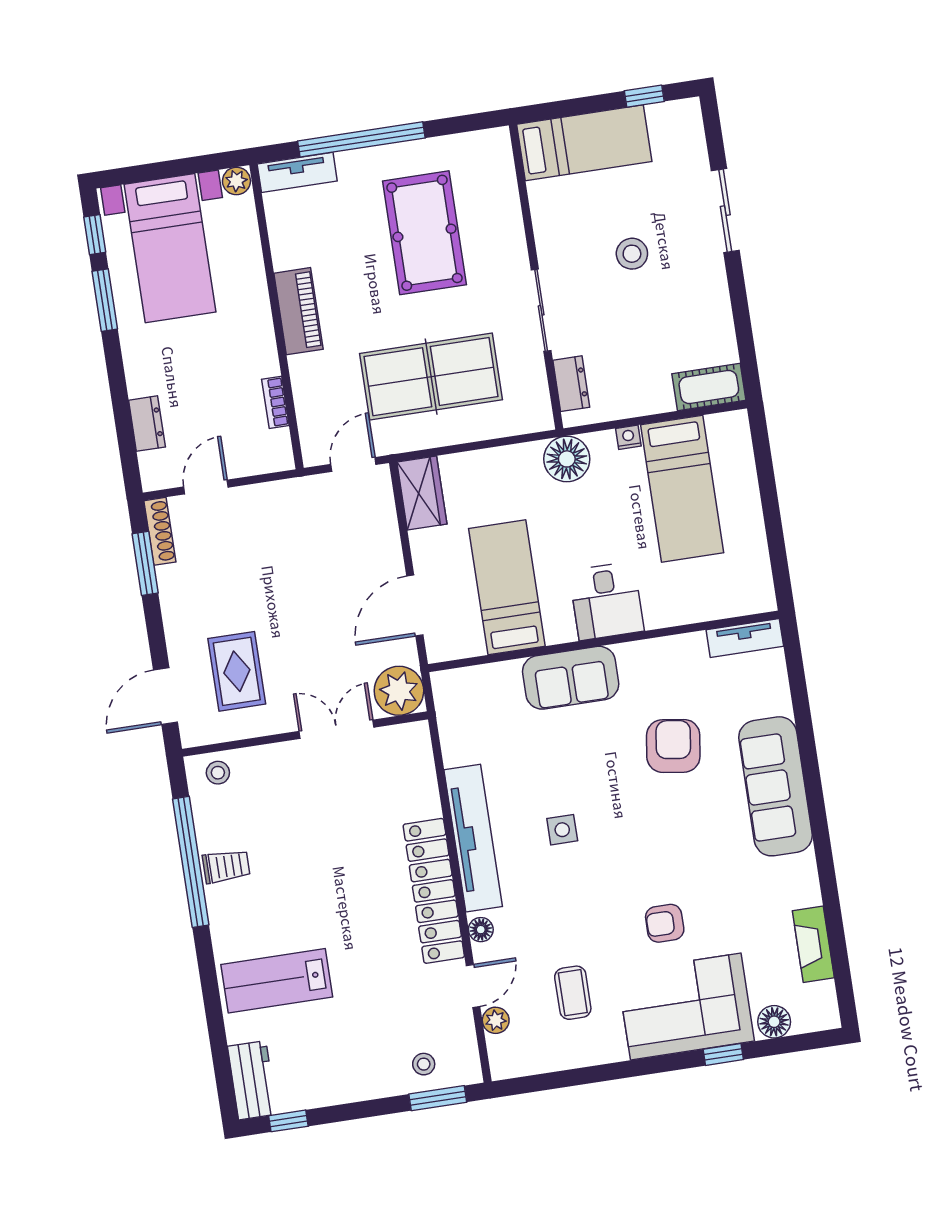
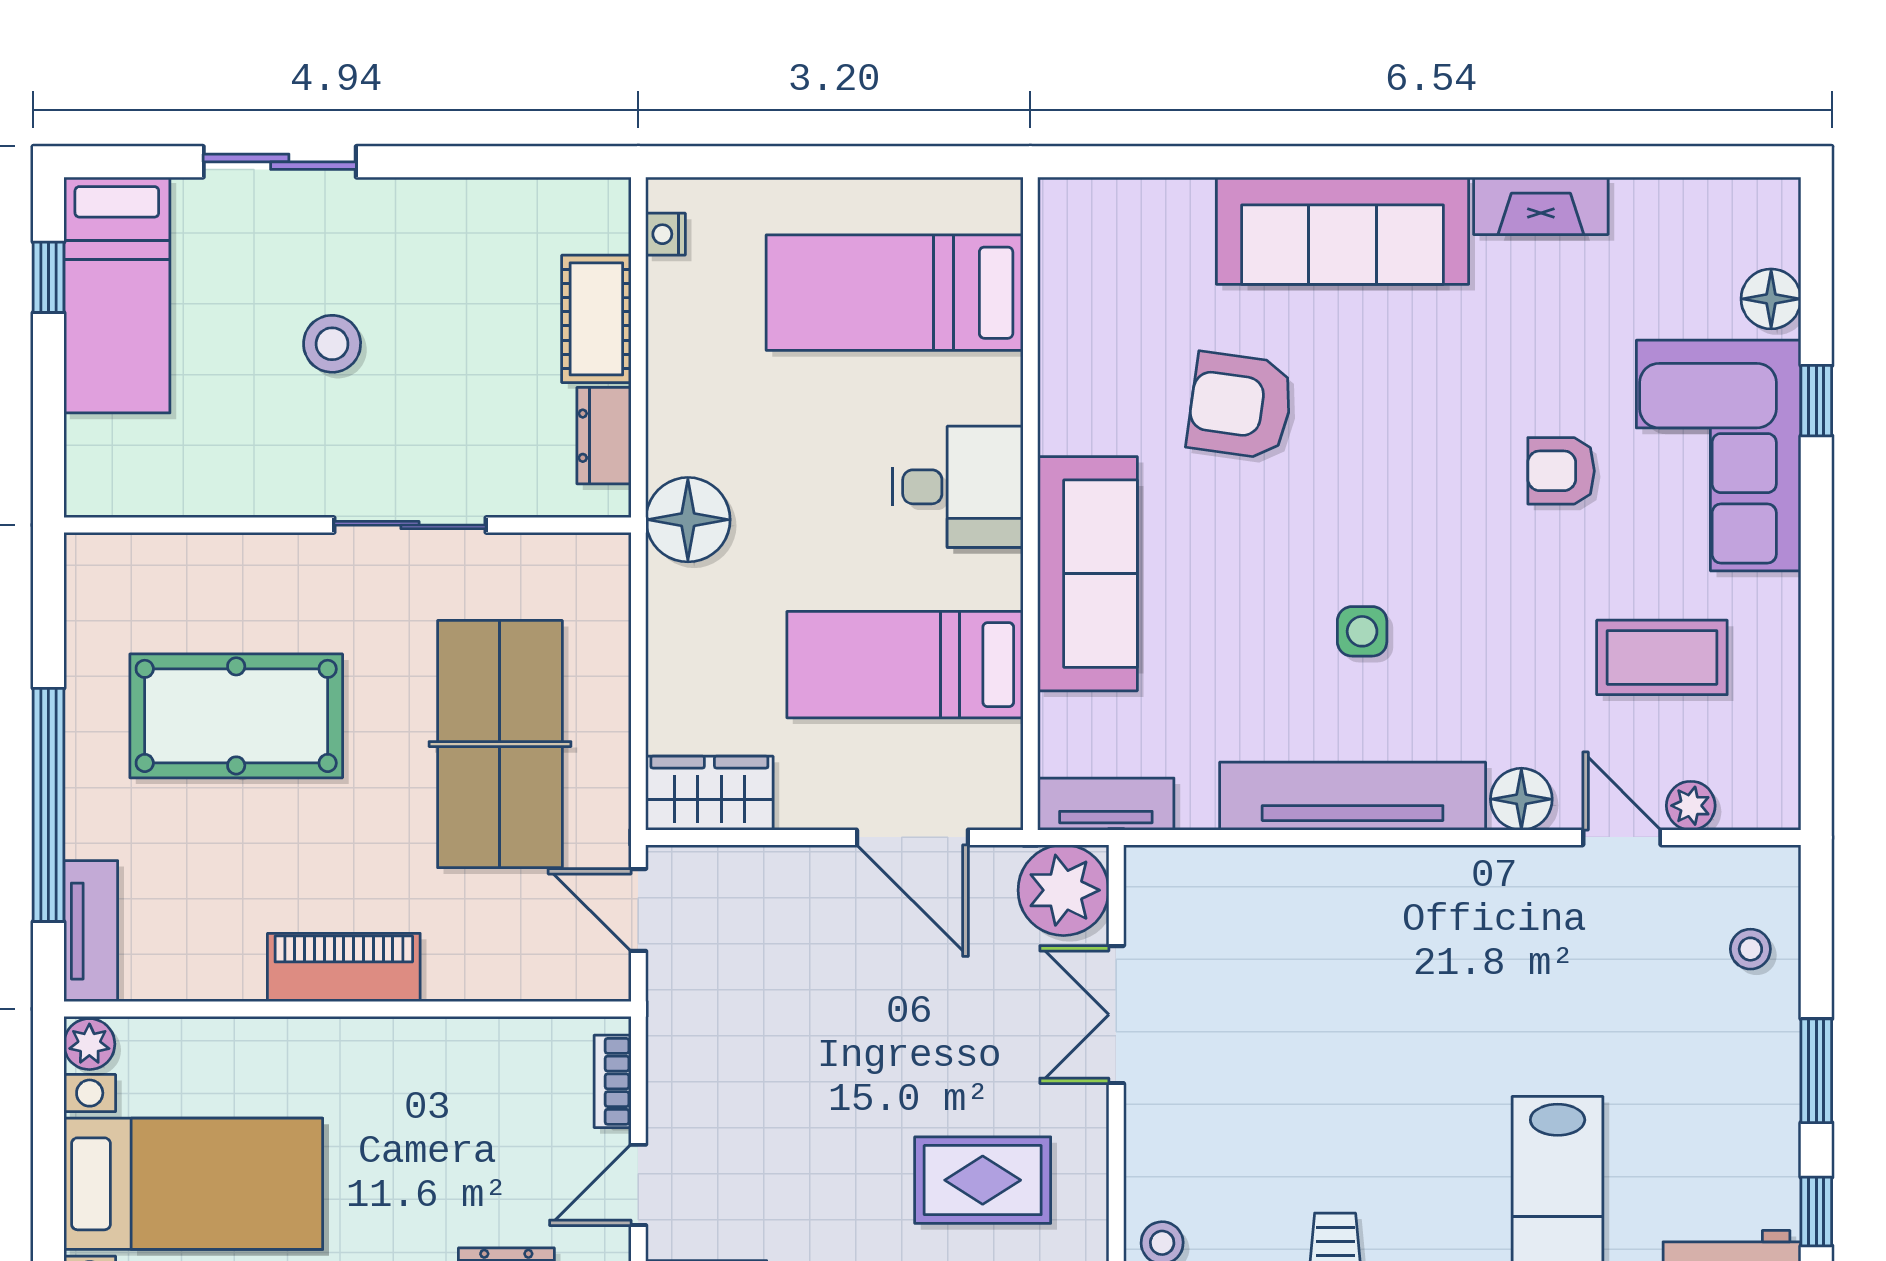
bed: (584, 143) -> (117, 295), moved, turned 180
dresser: (571, 384) -> (604, 436), moved, turned -90
cot: (709, 387) -> (596, 319), moved
bookcase: (275, 402) -> (613, 1081), moved, turned 90
nightstand: (628, 437) -> (665, 234), moved
door: (206, 487) -> (638, 1185), hinge flipped
bed: (682, 489) -> (895, 293), moved, turned 180
tv unit: (745, 638) -> (1106, 804), moved, turned -90
sofa: (571, 678) -> (1088, 574), width x1.36
locker: (434, 891) -> (1438, 882), removed
armchair: (665, 923) -> (1561, 471), turned 90
floor lamp: (481, 930) -> (1521, 799), width x1.37, depth x1.37
fireplace: (813, 944) -> (1541, 206), moved
coffee table: (573, 993) -> (1662, 657), width x1.36, depth x1.30
window: (438, 1098) -> (1816, 1071), moved

